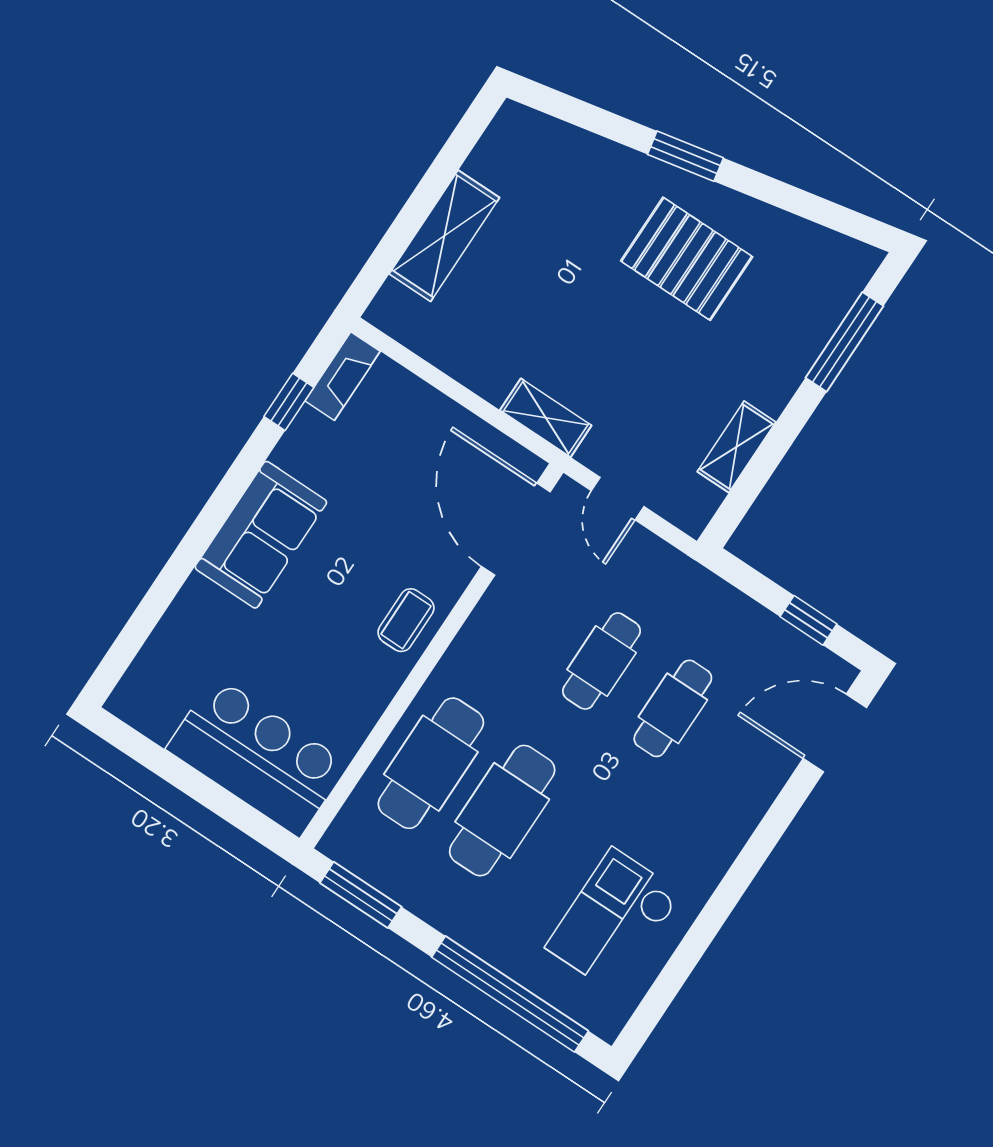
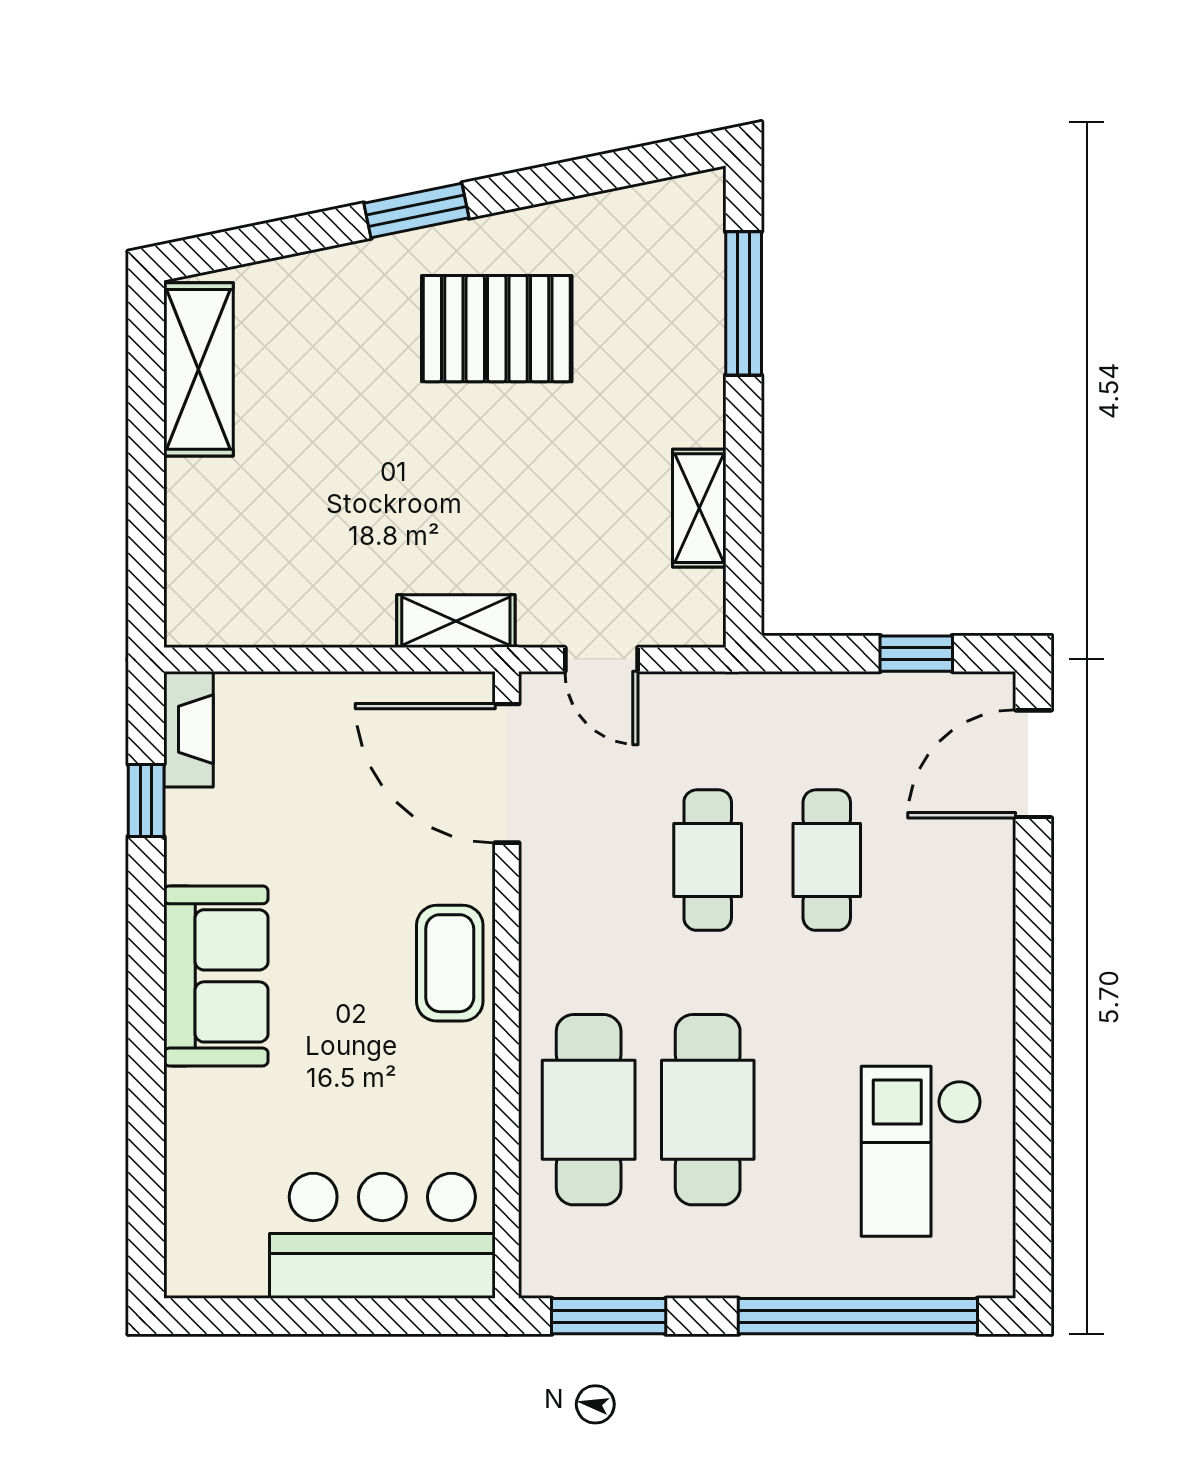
shelving: (444, 236) -> (198, 369), moved
coffee table: (406, 620) -> (450, 963), width x1.36, depth x1.30

